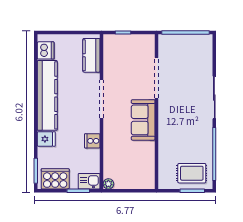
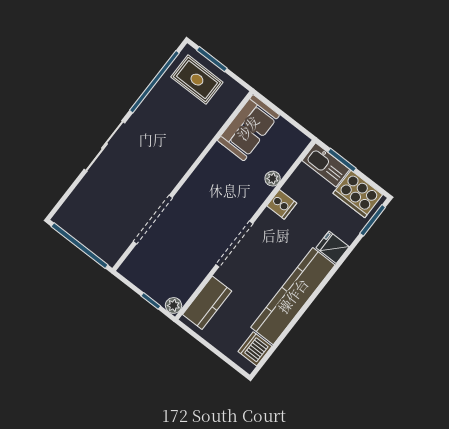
plant: (109, 40) -> (174, 305), added
sofa: (143, 120) -> (248, 128), moved
kitchen sink: (89, 181) -> (326, 165), width x1.38
plant: (108, 184) -> (273, 179), moved

